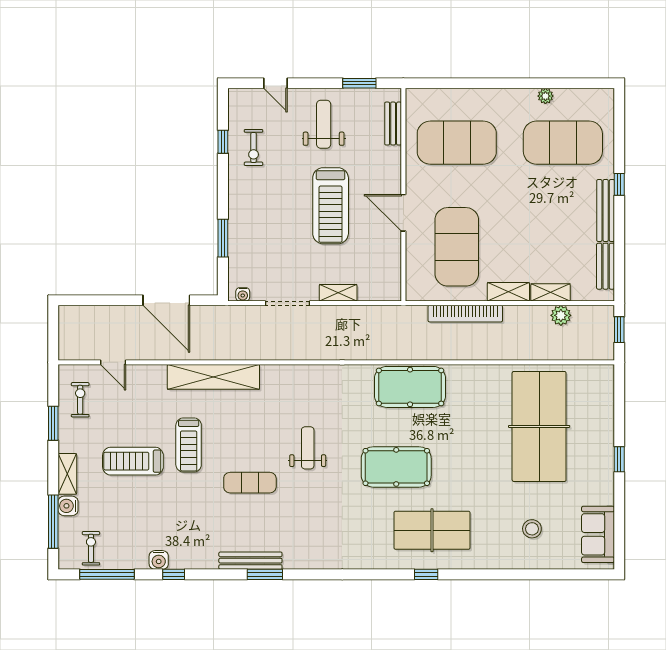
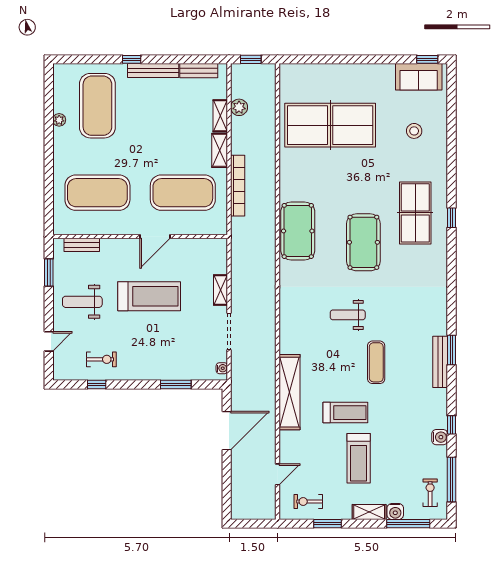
exercise mat: (457, 143) -> (97, 193), turned 90
window: (619, 459) -> (427, 59), moved
exercise bike: (91, 548) -> (430, 493), turned 90

